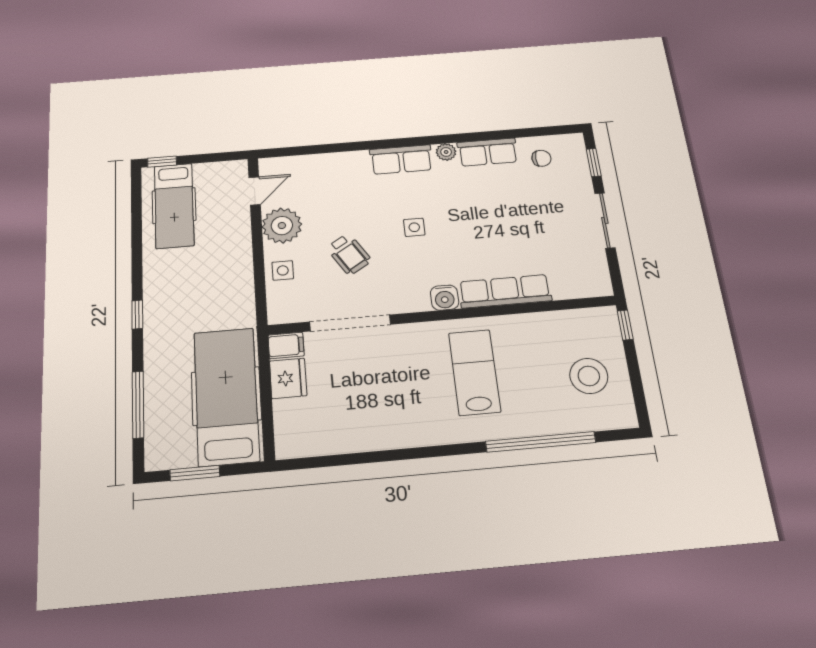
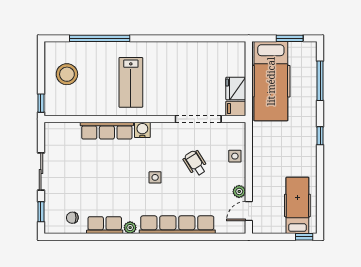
row of seats: (401, 160) -> (177, 225), width x2.02
plant: (282, 226) -> (239, 191), width x0.53, depth x0.53

